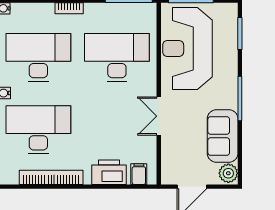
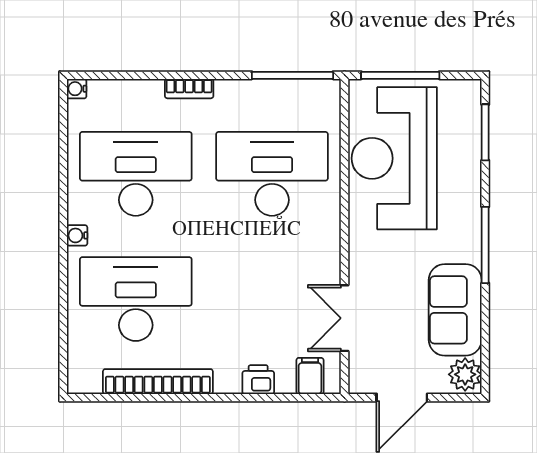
double door: (159, 116) -> (345, 318), moved
printer: (109, 172) -> (258, 380), width x0.53, depth x0.68

